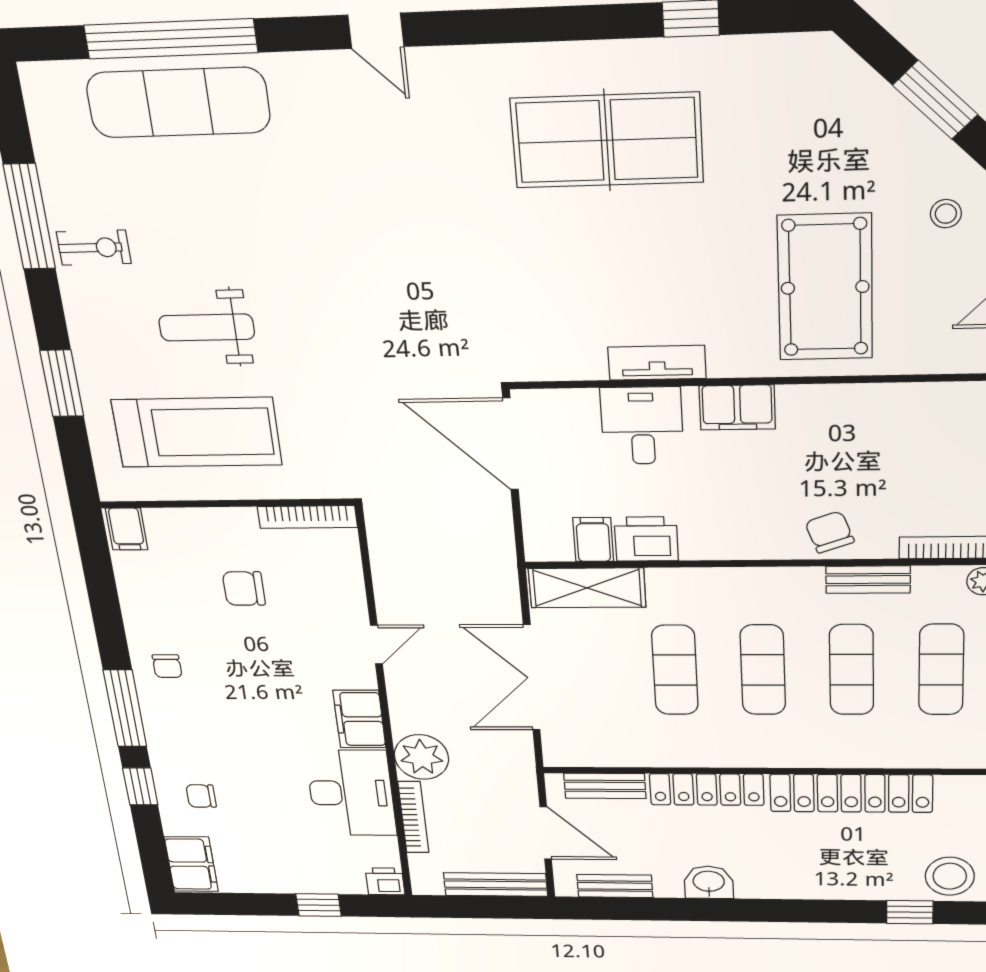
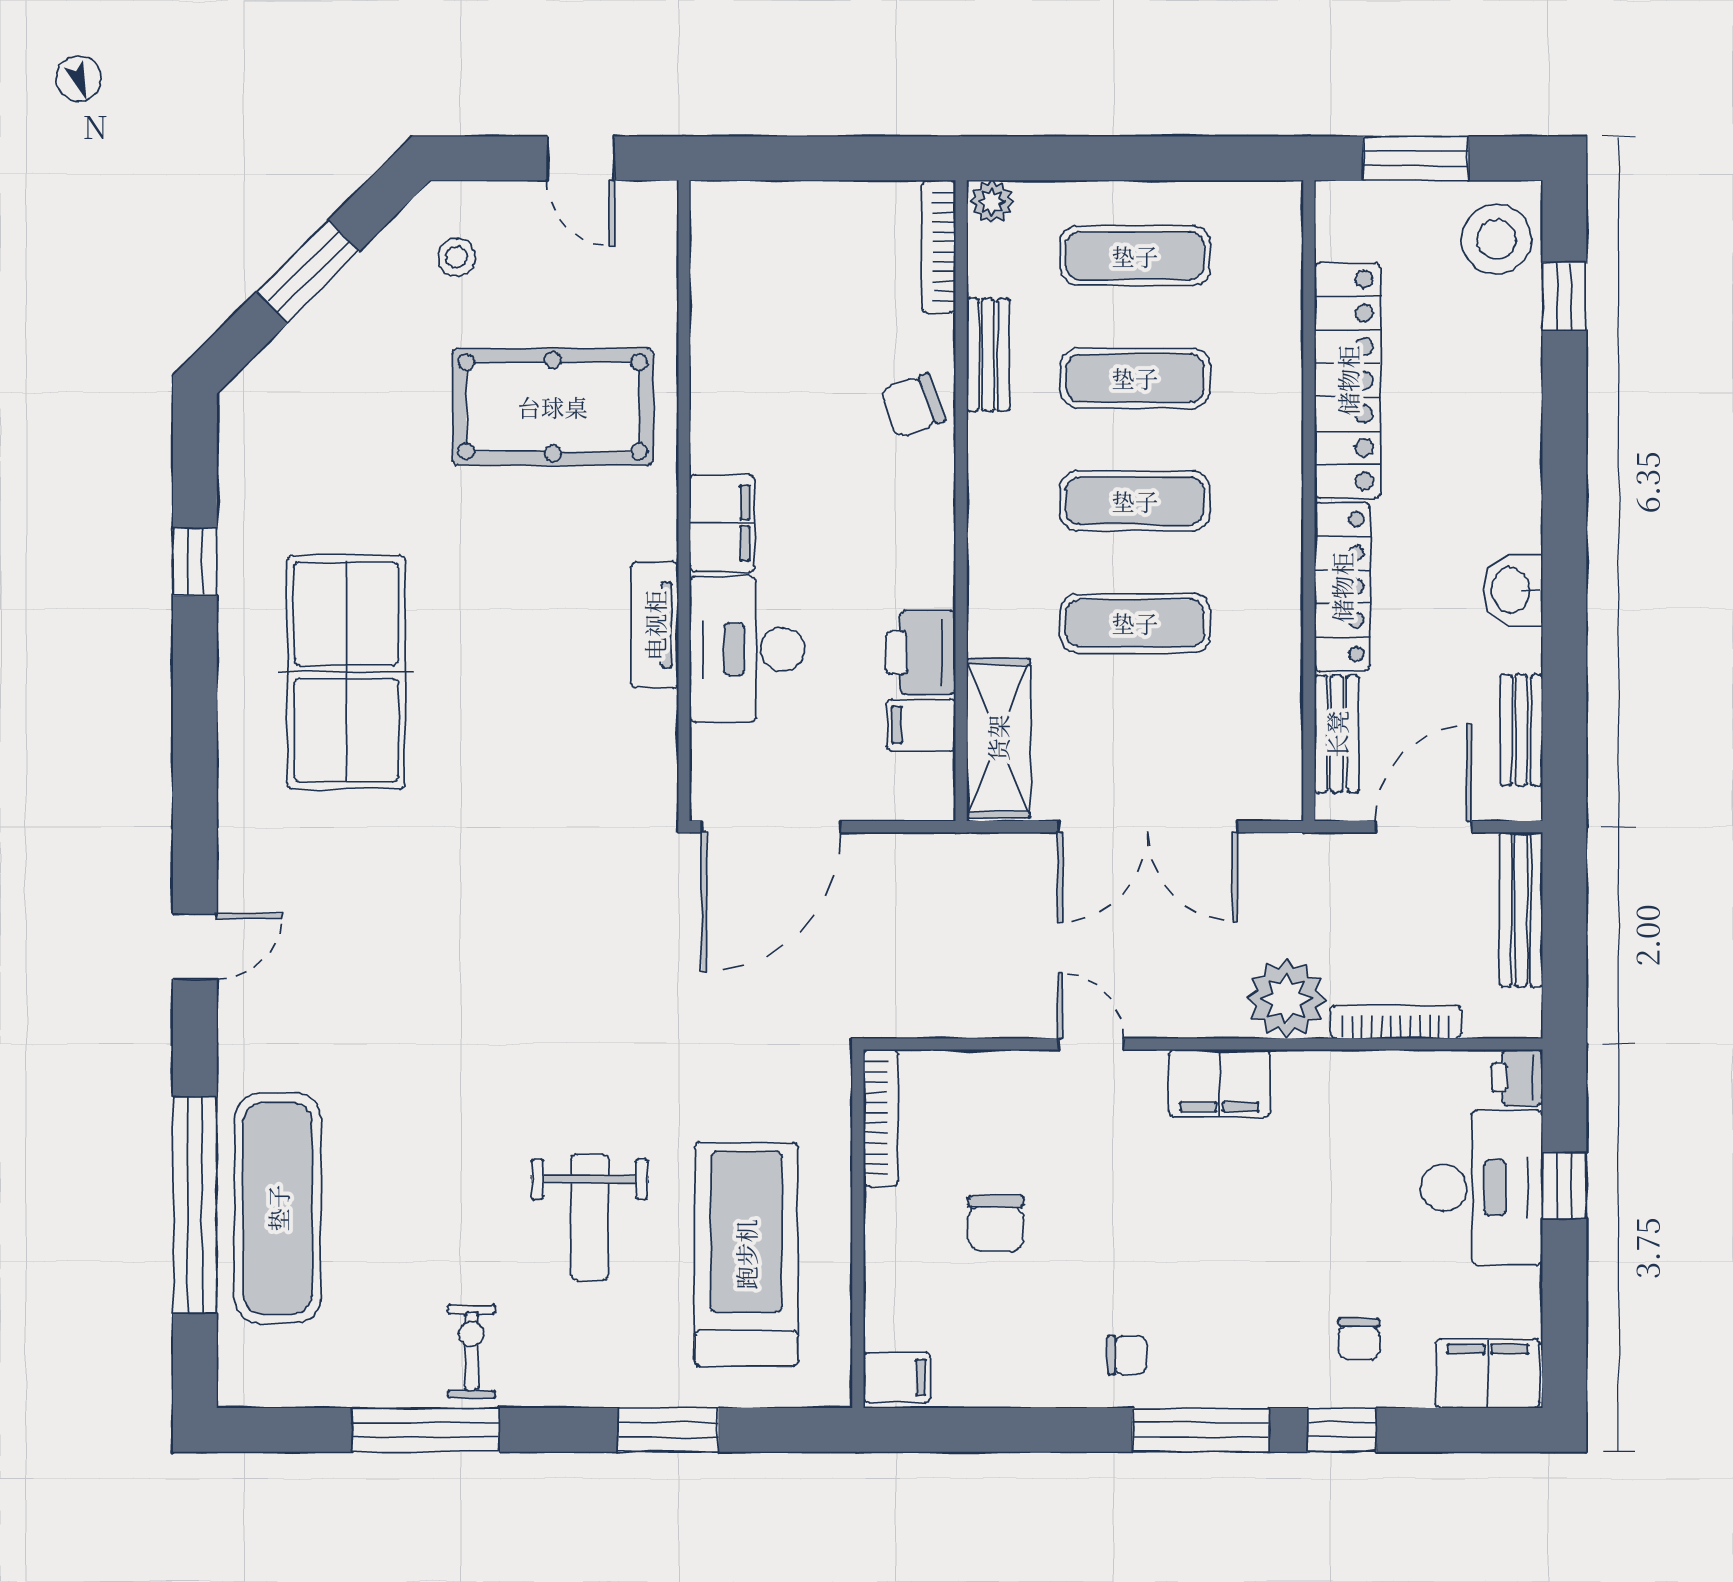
desk: (642, 426) -> (747, 649), width x1.37
desk: (351, 793) -> (1481, 1188), moved, turned 90

